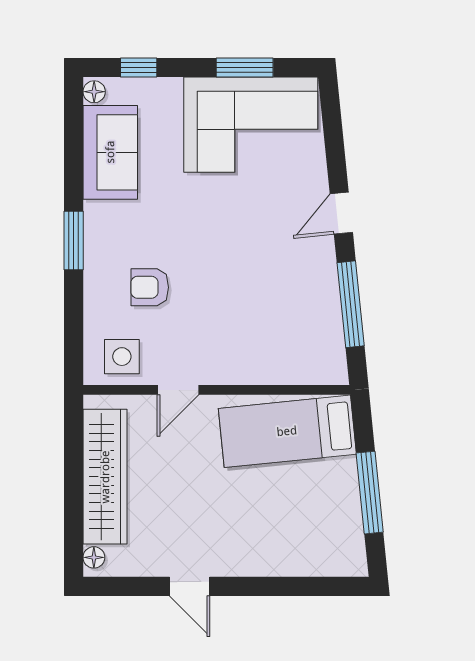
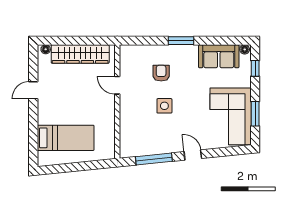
side table: (122, 357) -> (164, 106), moved
bed: (287, 431) -> (66, 138), moved, turned 96
window: (370, 493) -> (73, 167), removed

